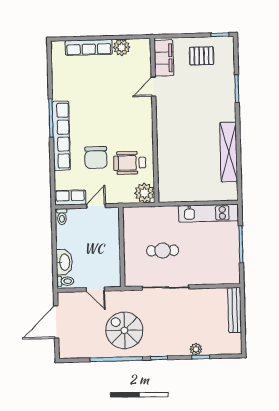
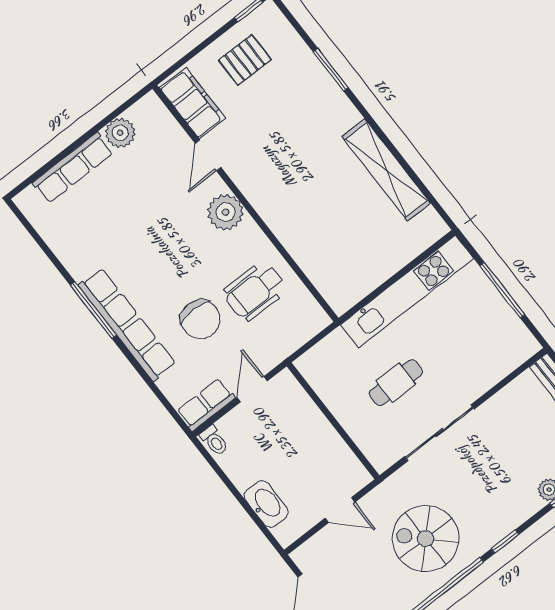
plant: (144, 193) -> (225, 212), moved
kitchen unit: (209, 213) -> (407, 292), width x1.36
toilet: (65, 281) -> (288, 530), removed

